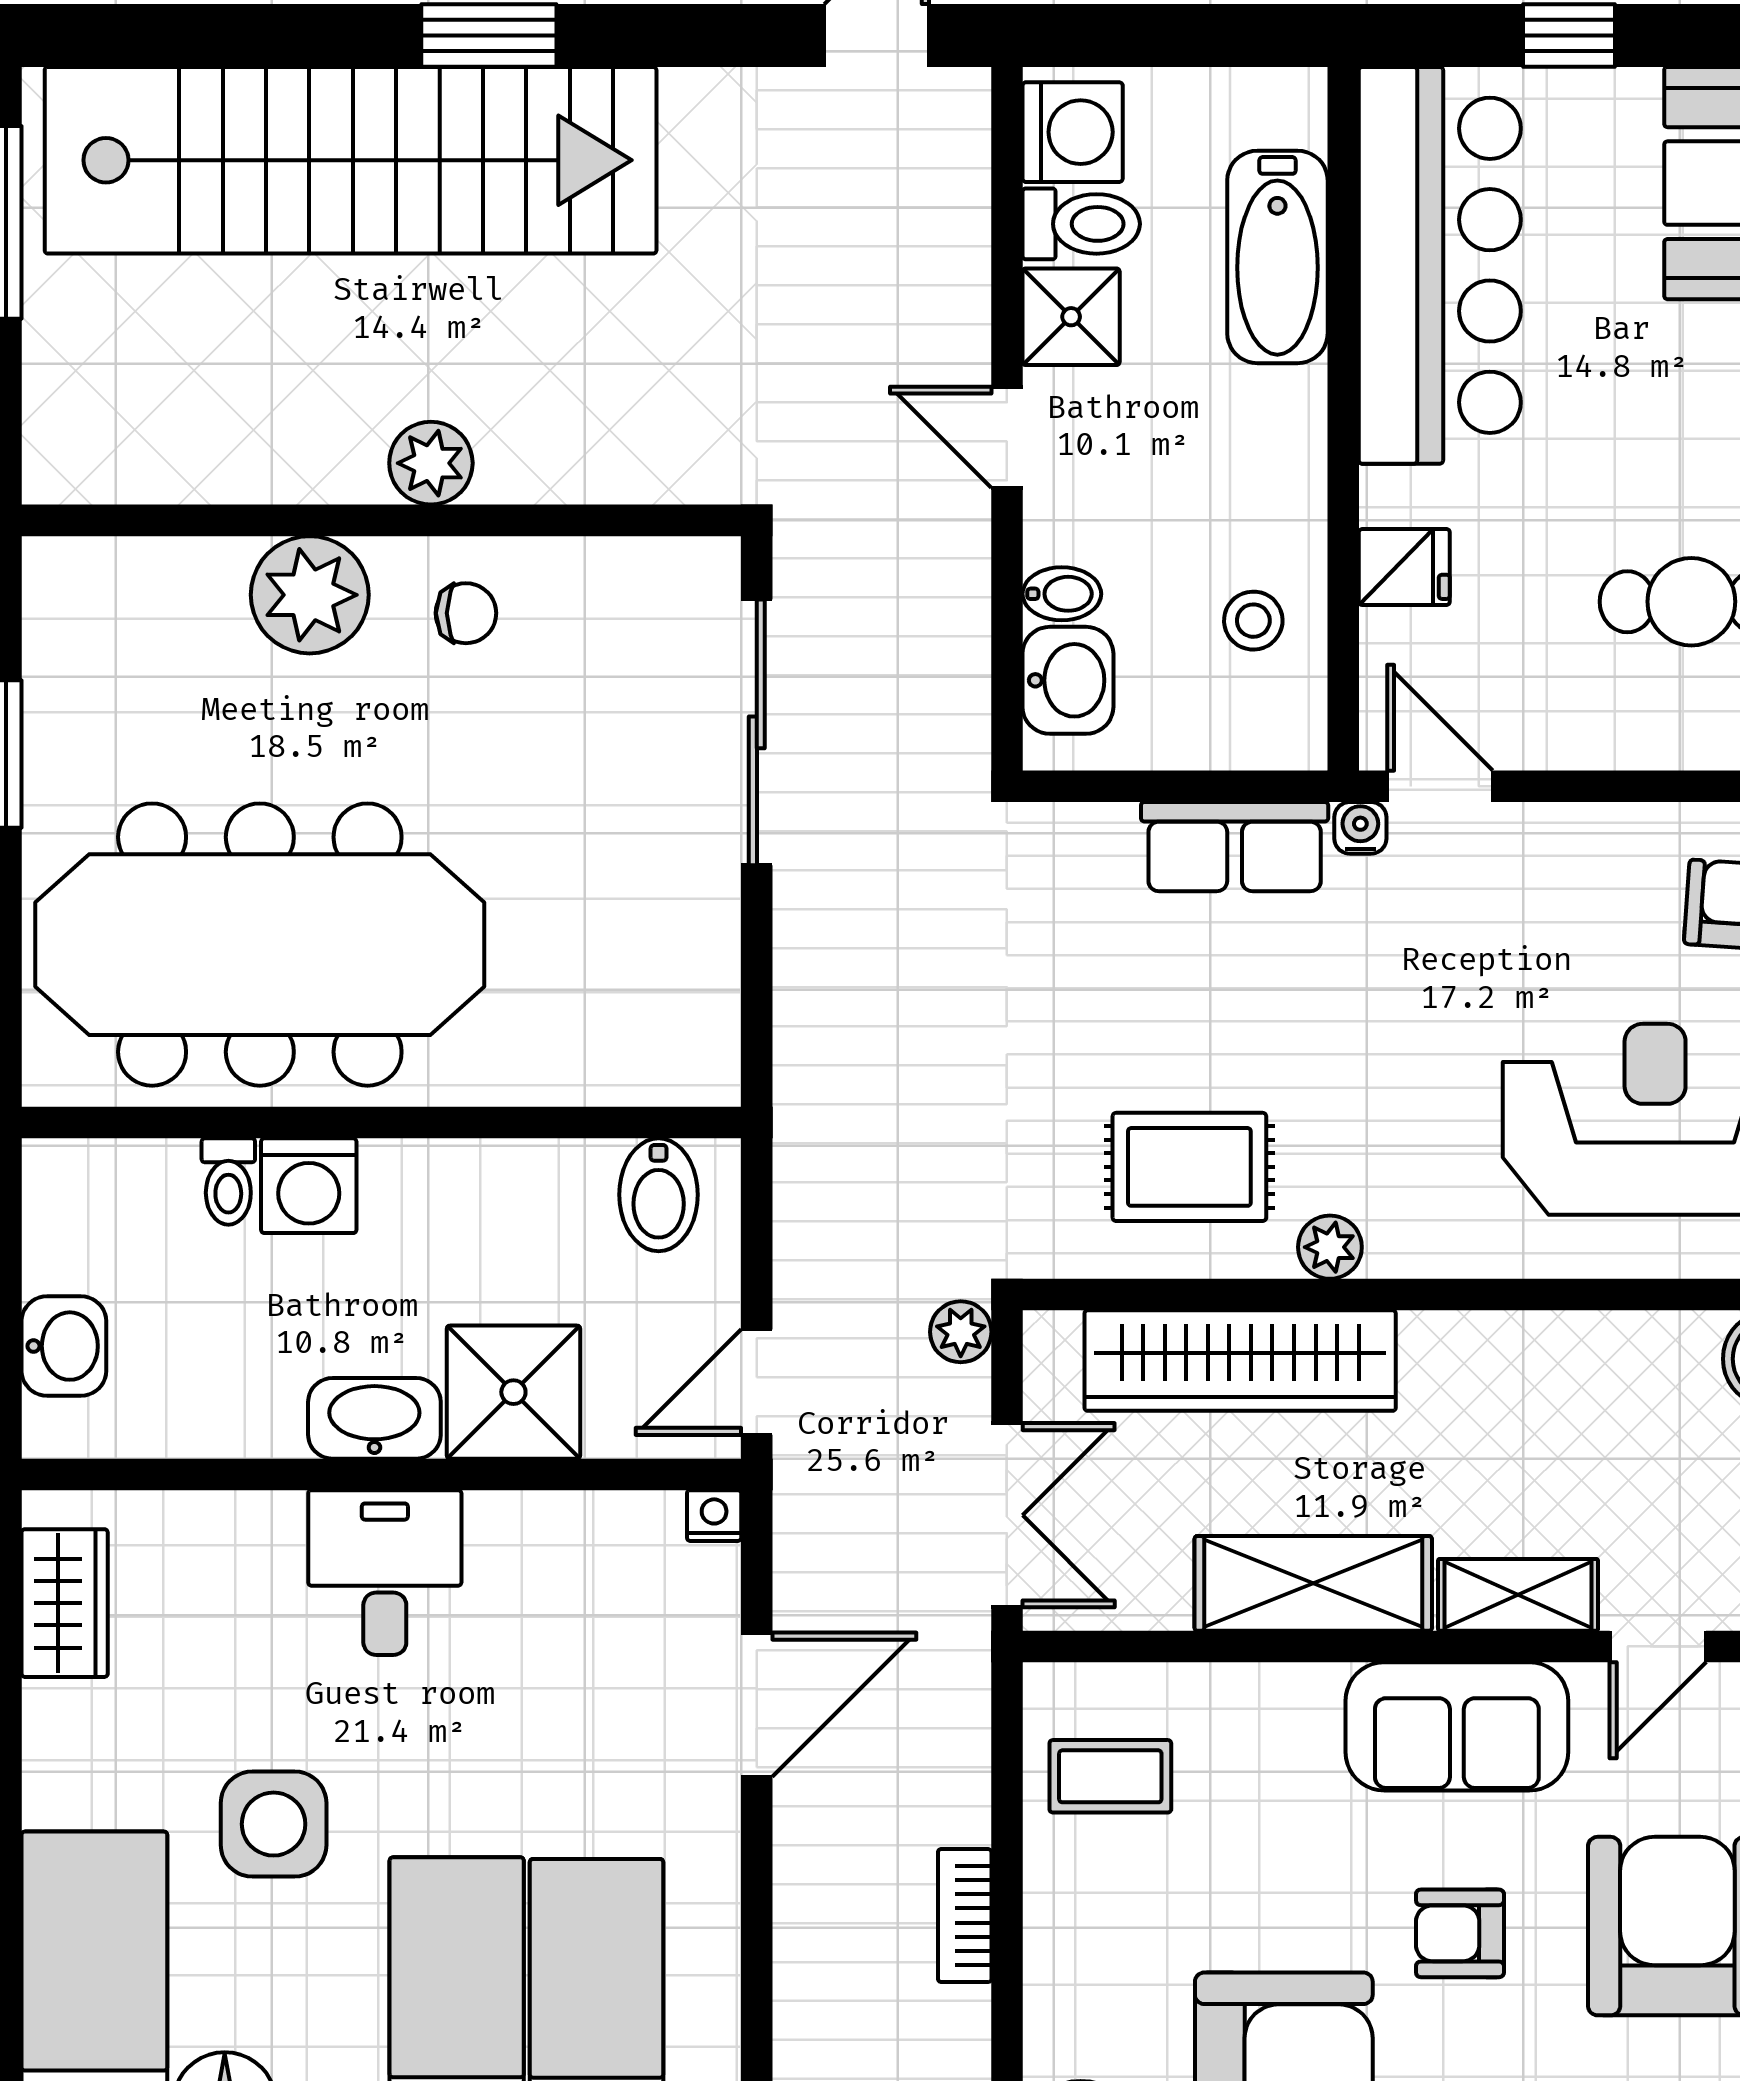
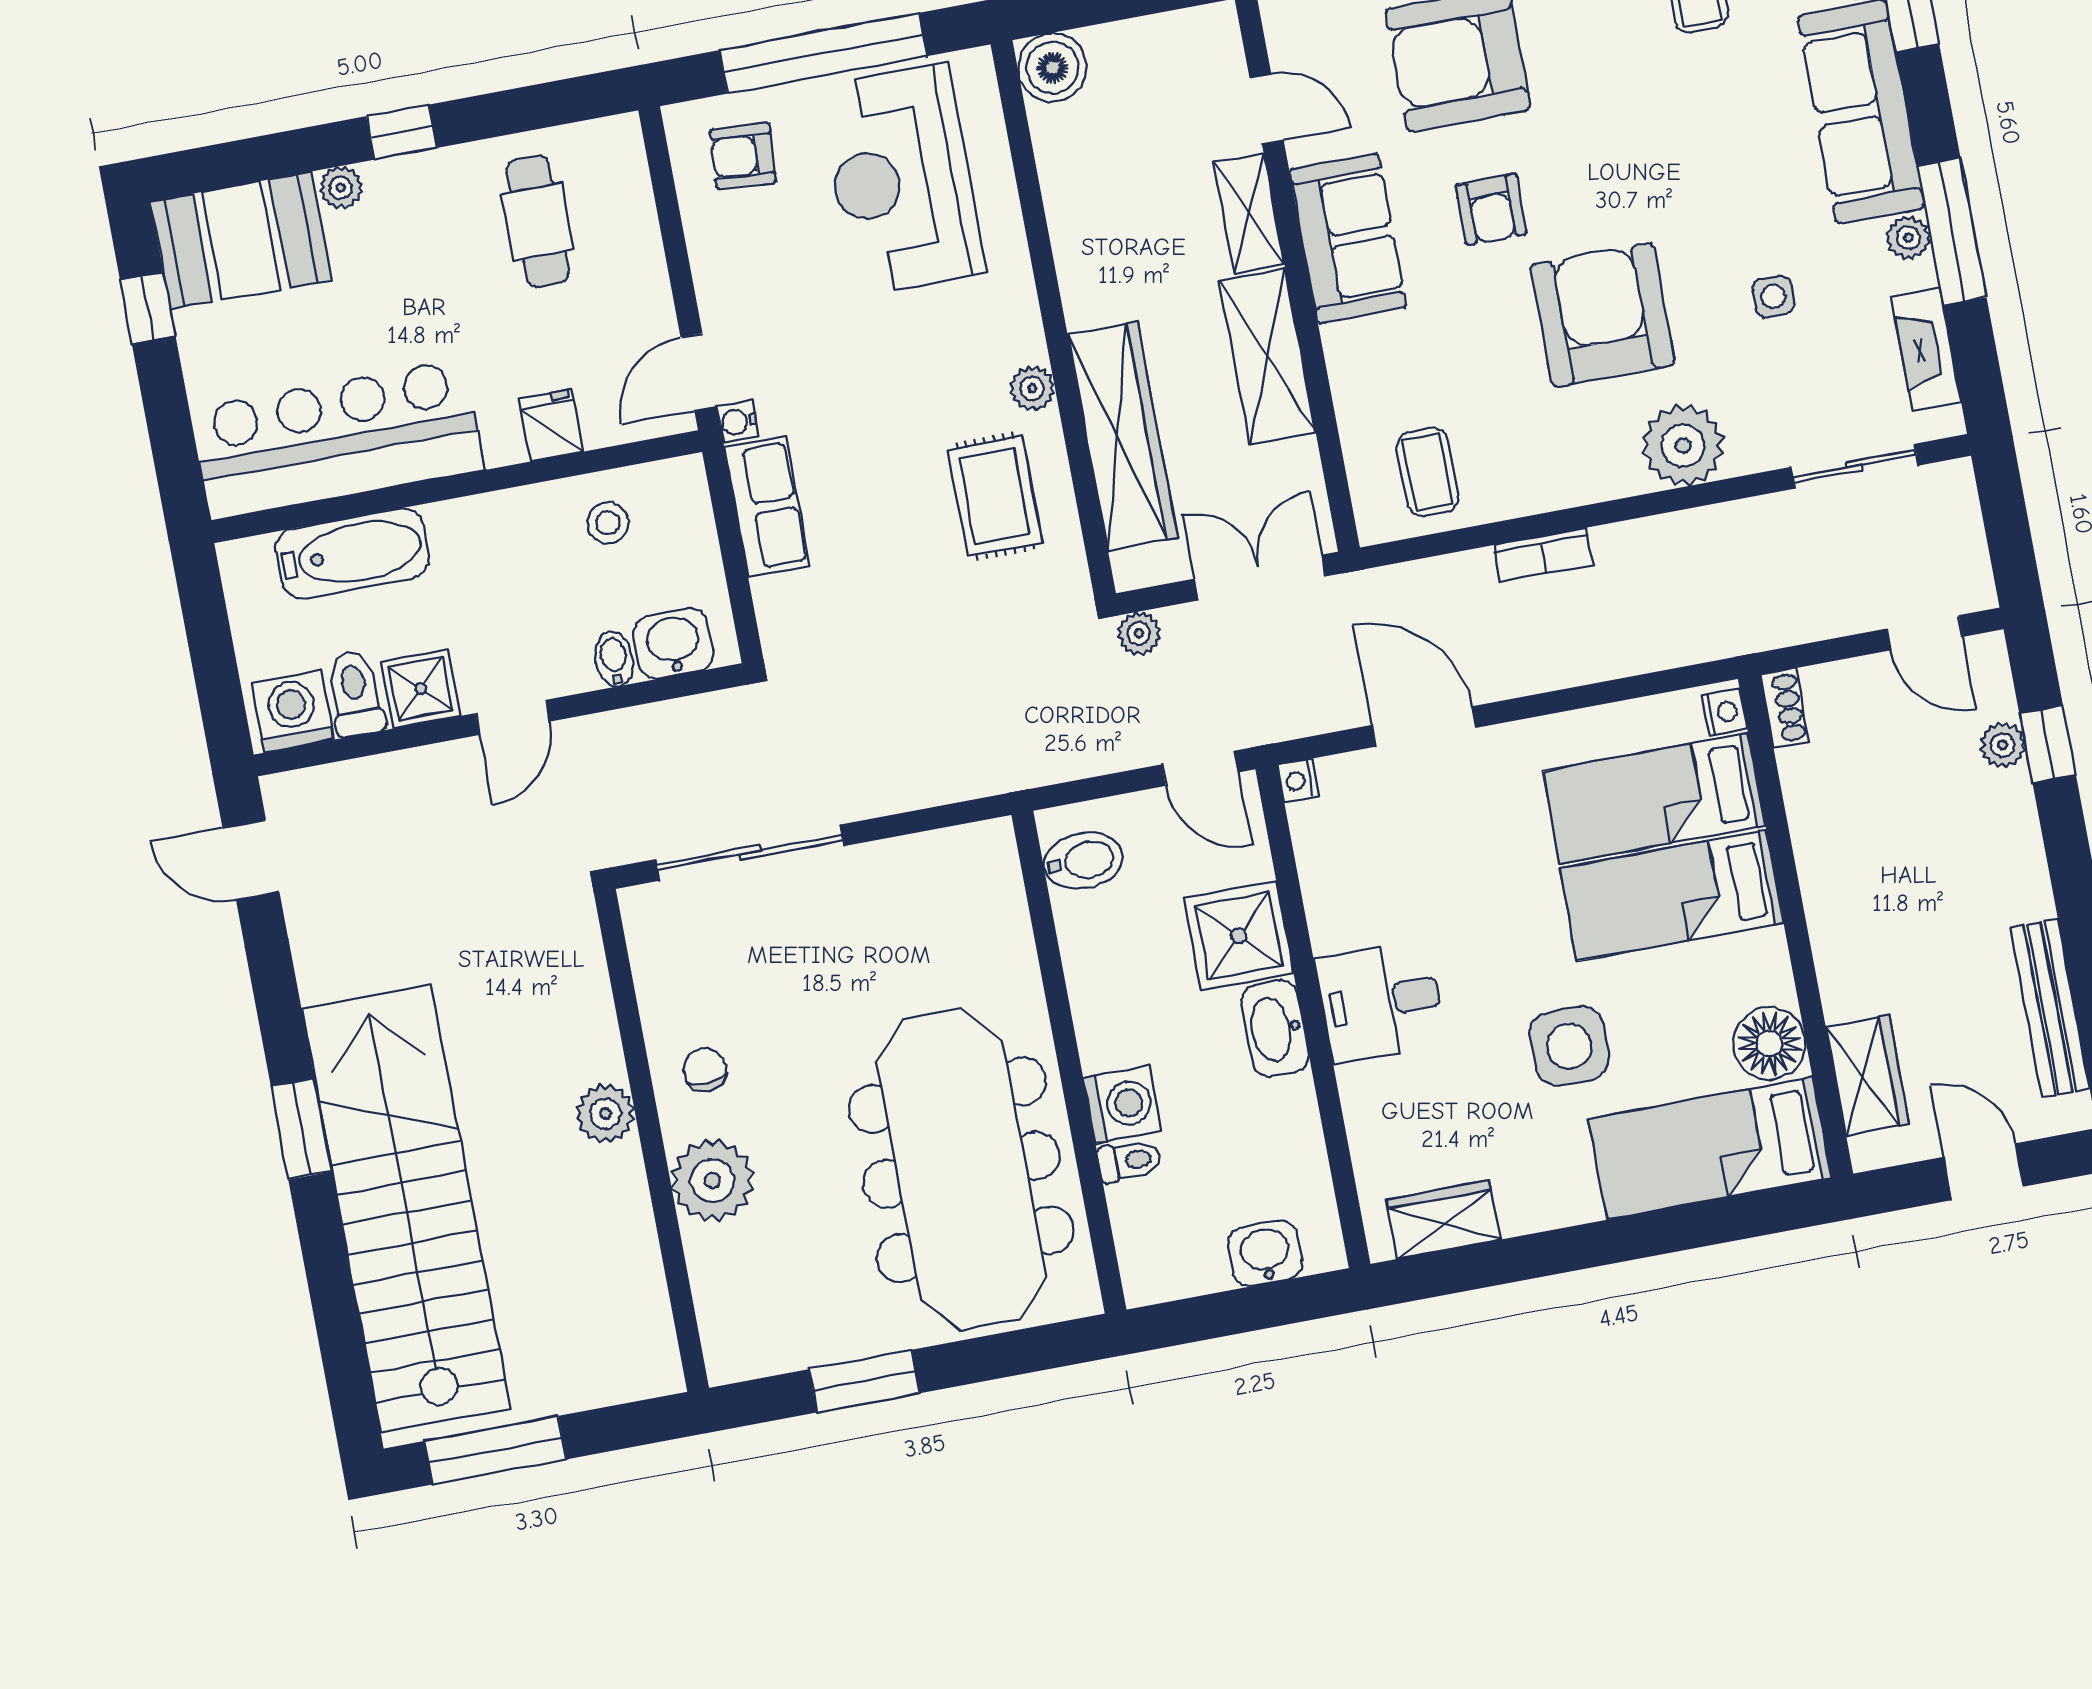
window: (1569, 36) -> (148, 308), moved

